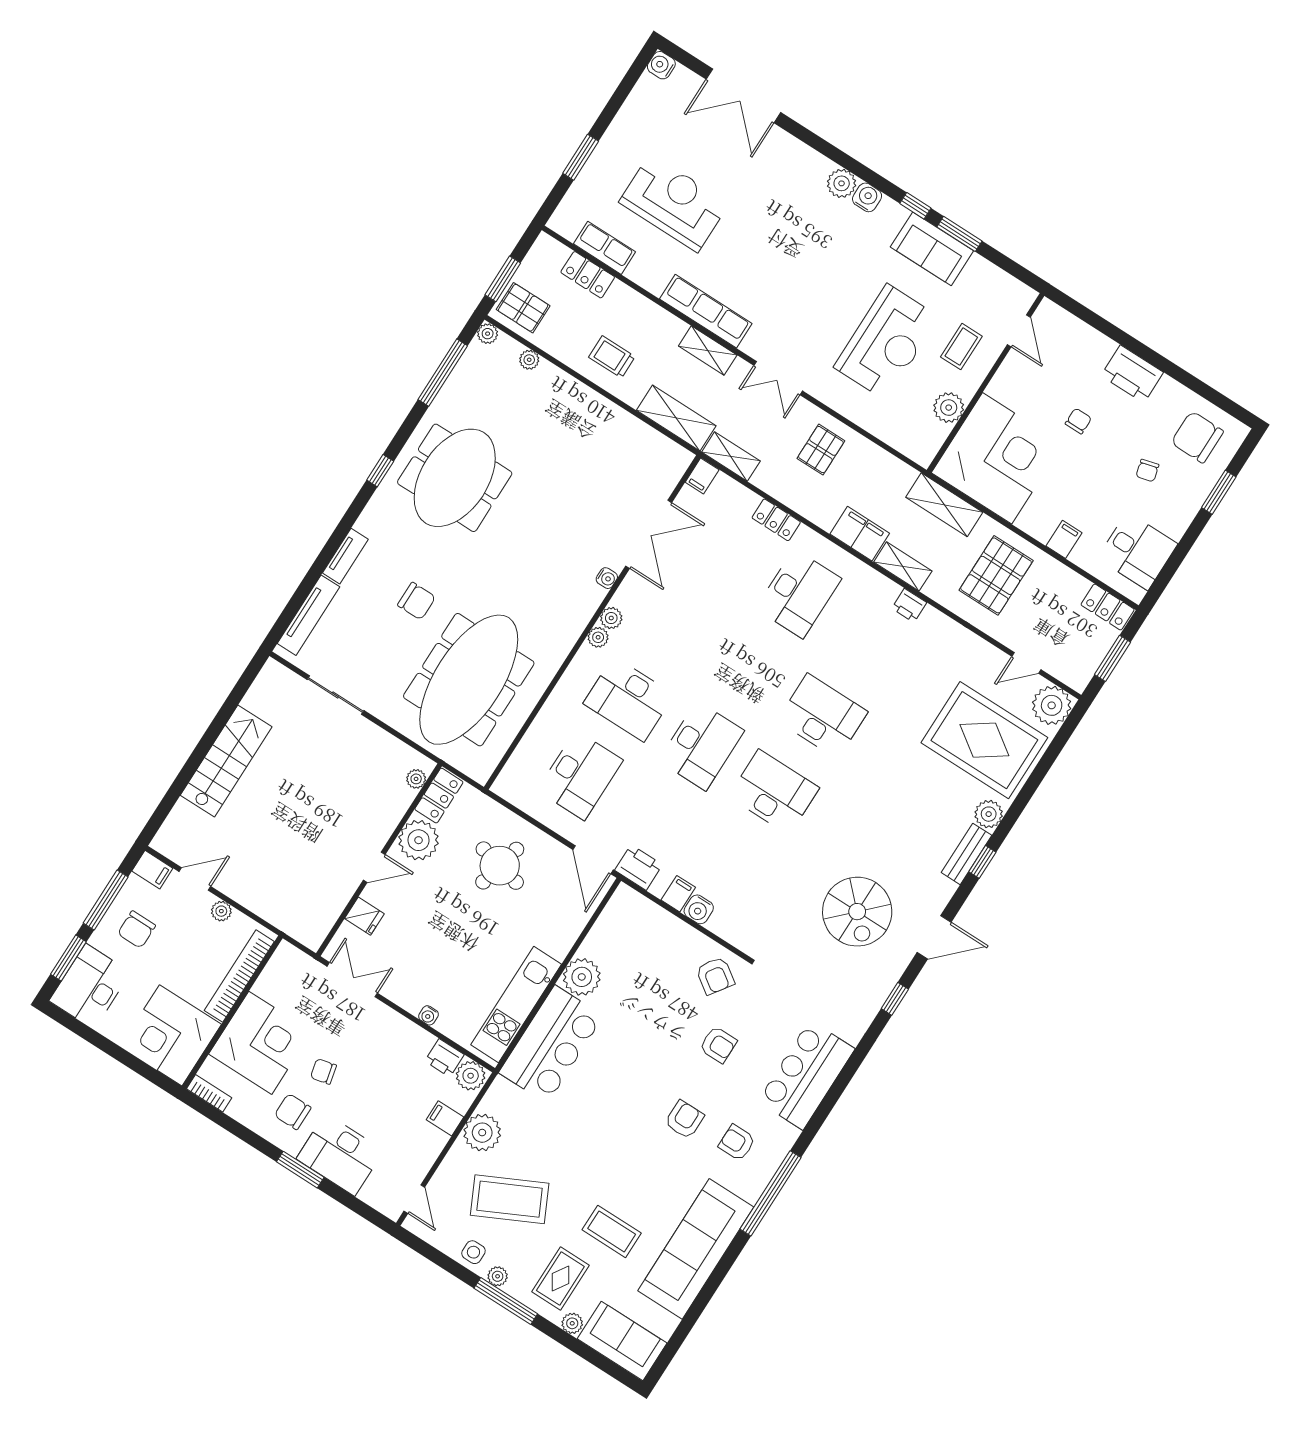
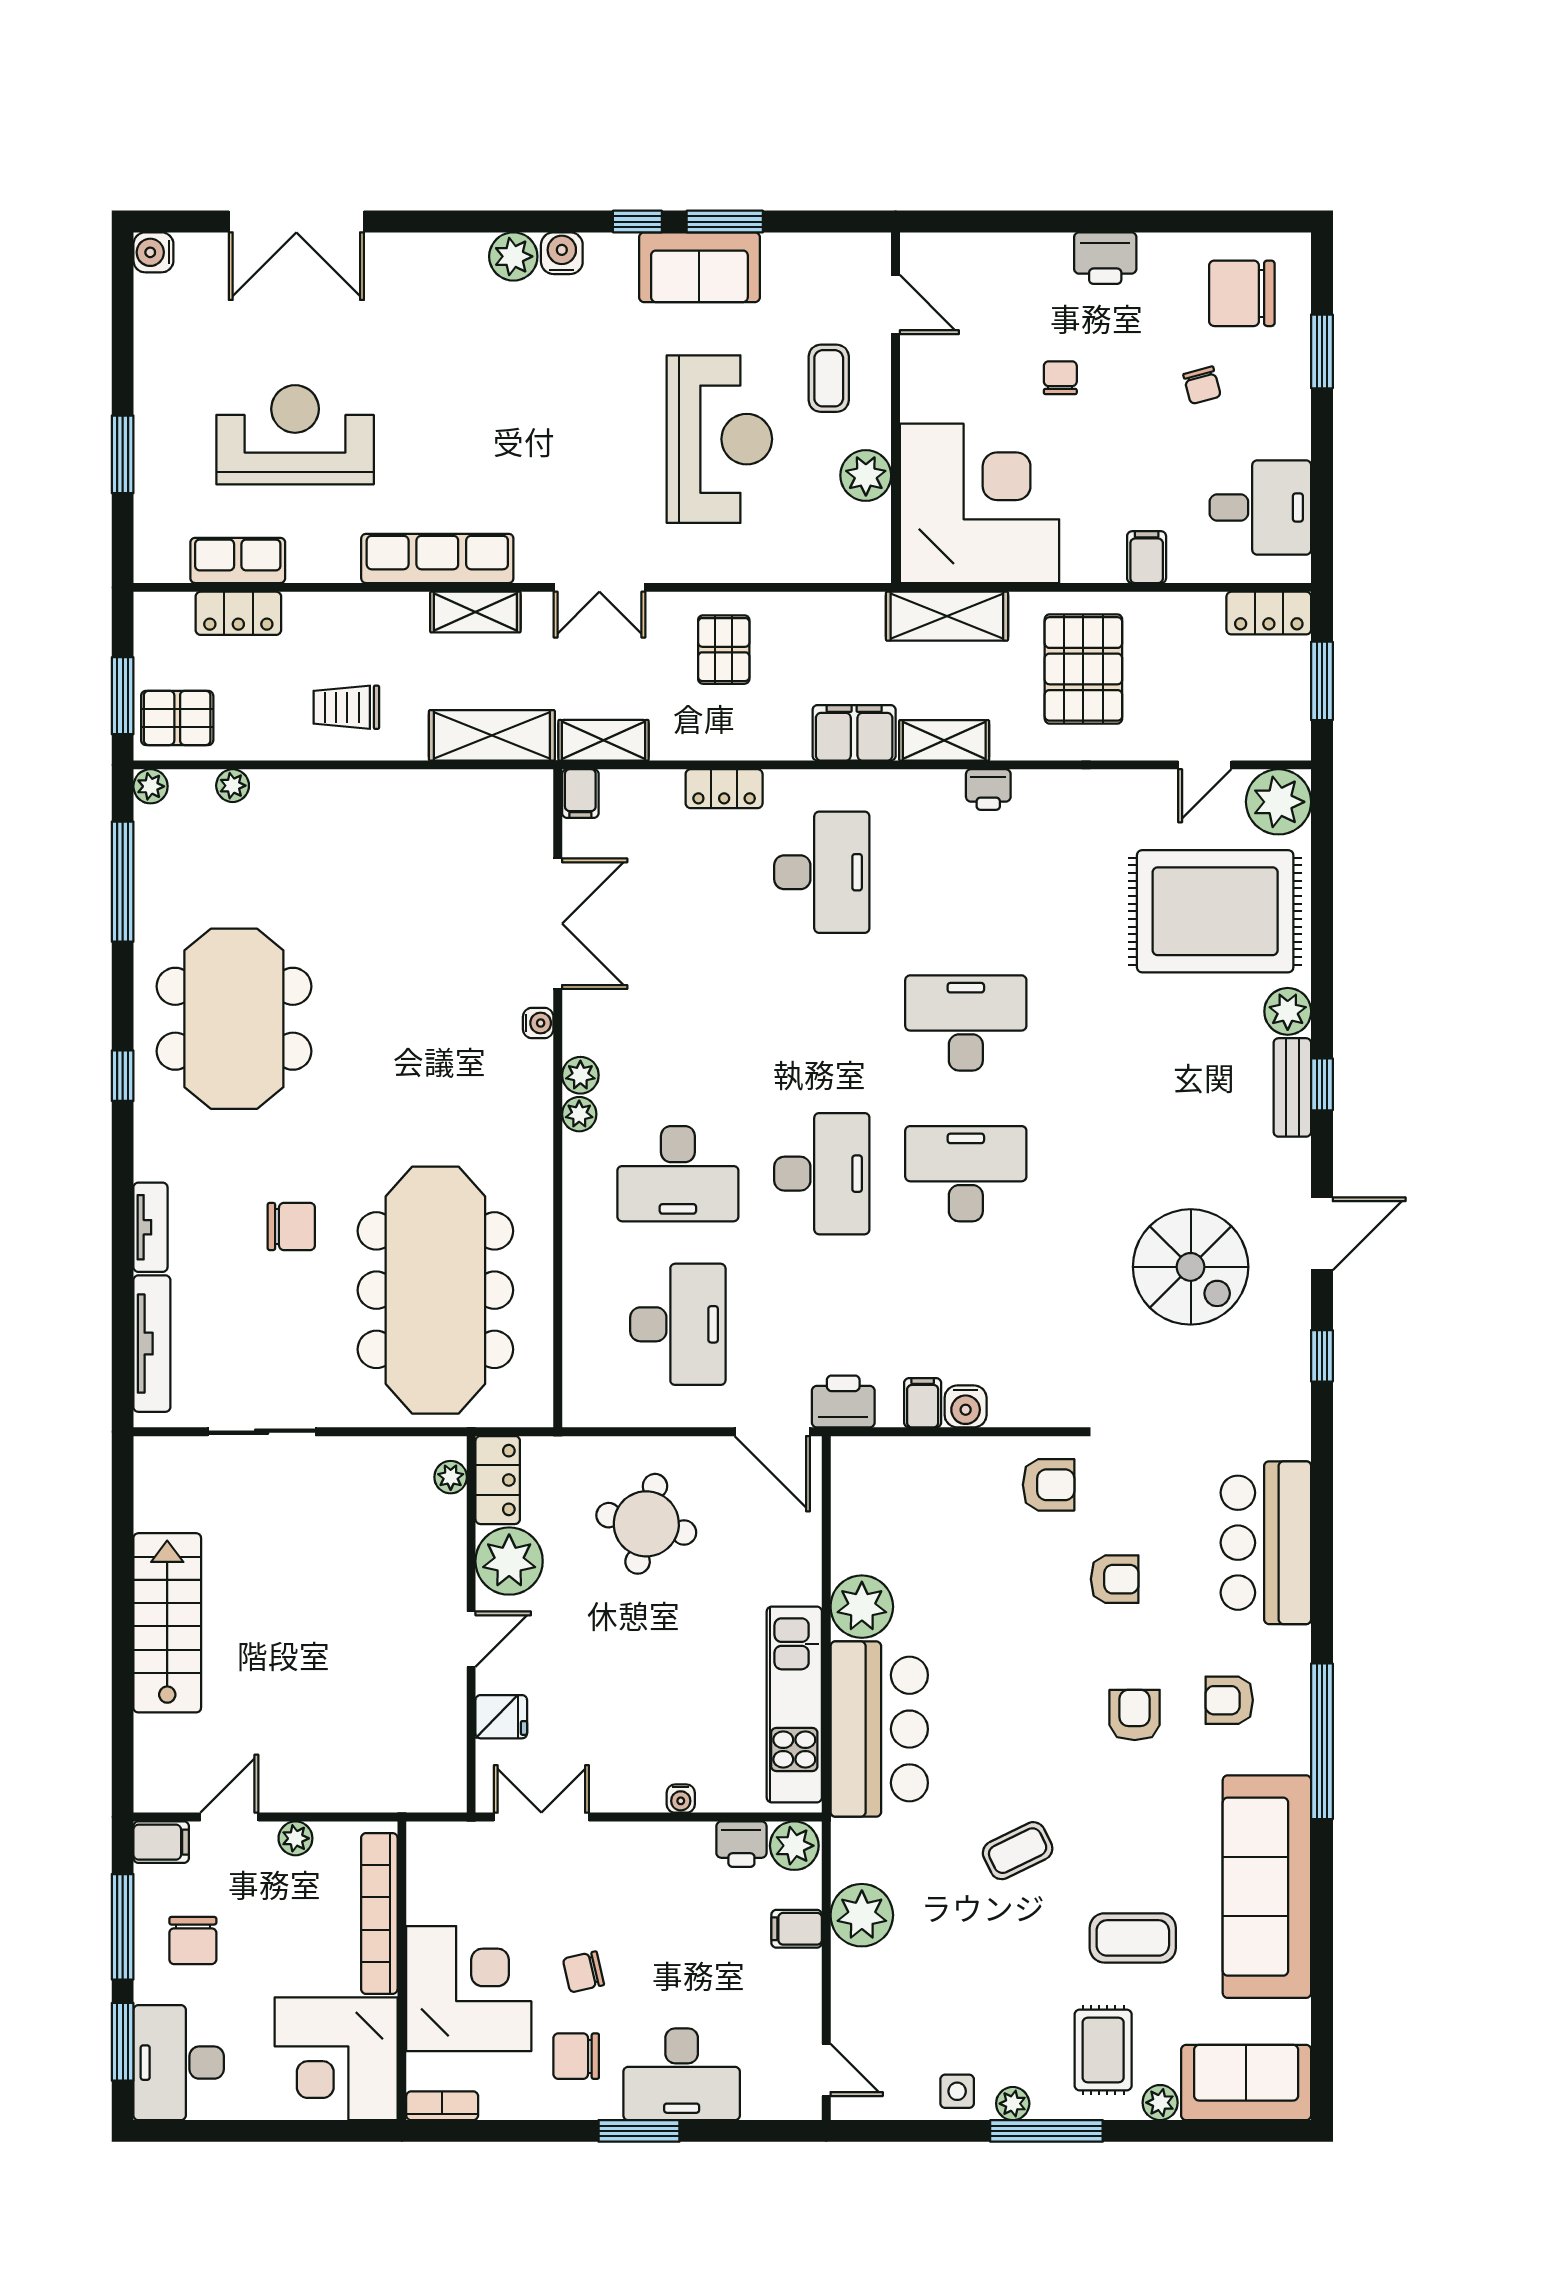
printer: (1132, 374) -> (1105, 258), width x0.73, depth x0.84
armchair: (715, 976) -> (1049, 1485), turned -35
coffee table: (510, 1199) -> (1018, 1851), moved, width x0.54, depth x0.58

